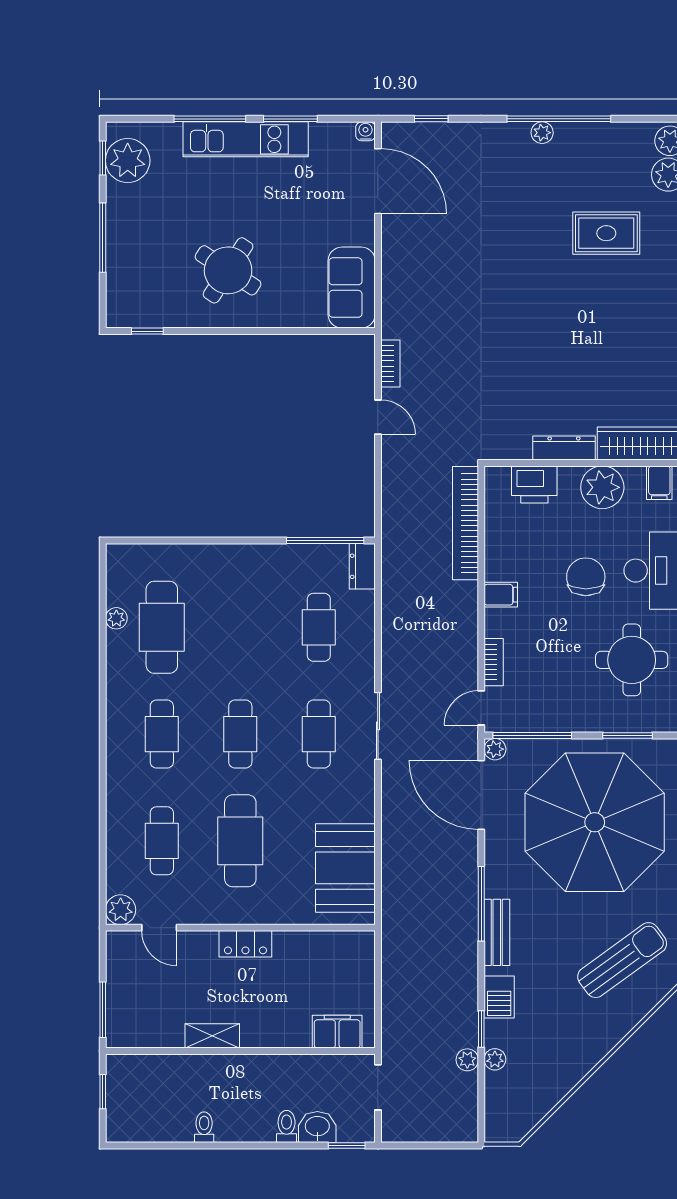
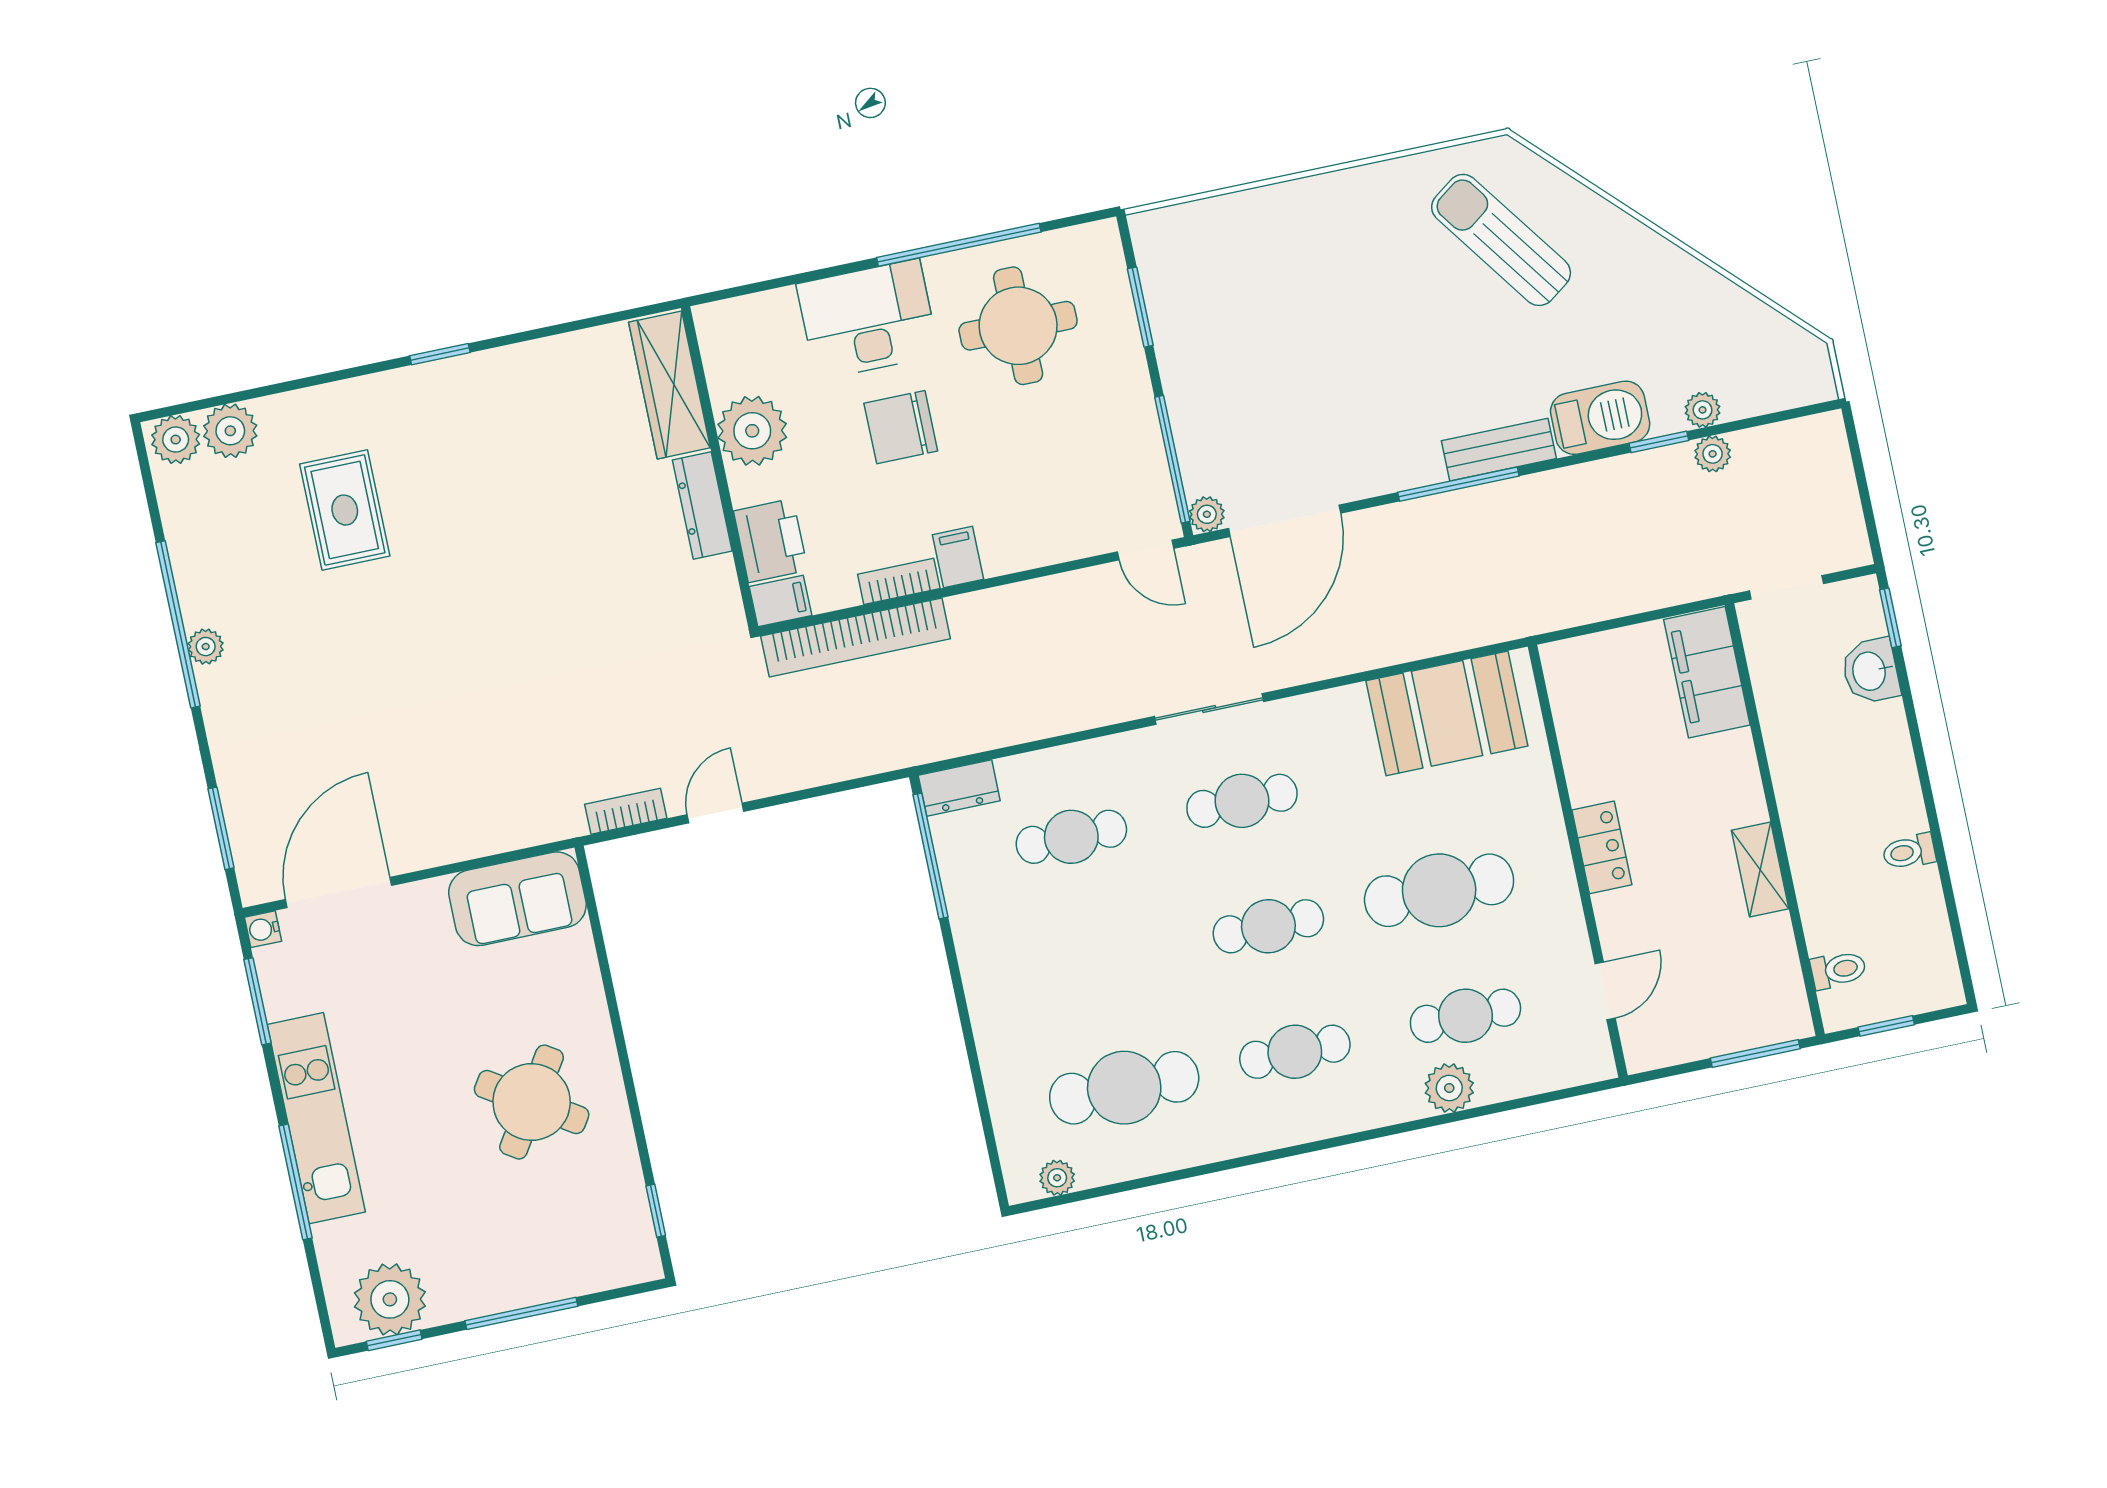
window: (290, 119) -> (257, 1001), moved
window: (431, 119) -> (221, 828), width x1.50
filing cabinet: (659, 483) -> (781, 601), moved
plant: (116, 618) -> (1057, 1178), moved
bookcase: (494, 662) -> (899, 581), moved
parasol: (595, 822) -> (1290, 330), removed
plant: (121, 910) -> (1449, 1088), moved
barbecue: (499, 997) -> (1600, 418), width x1.38, depth x1.27
filing cabinet: (337, 1032) -> (1707, 672), width x1.50, depth x1.17
toilet: (287, 1127) -> (1838, 970), moved, turned 180

